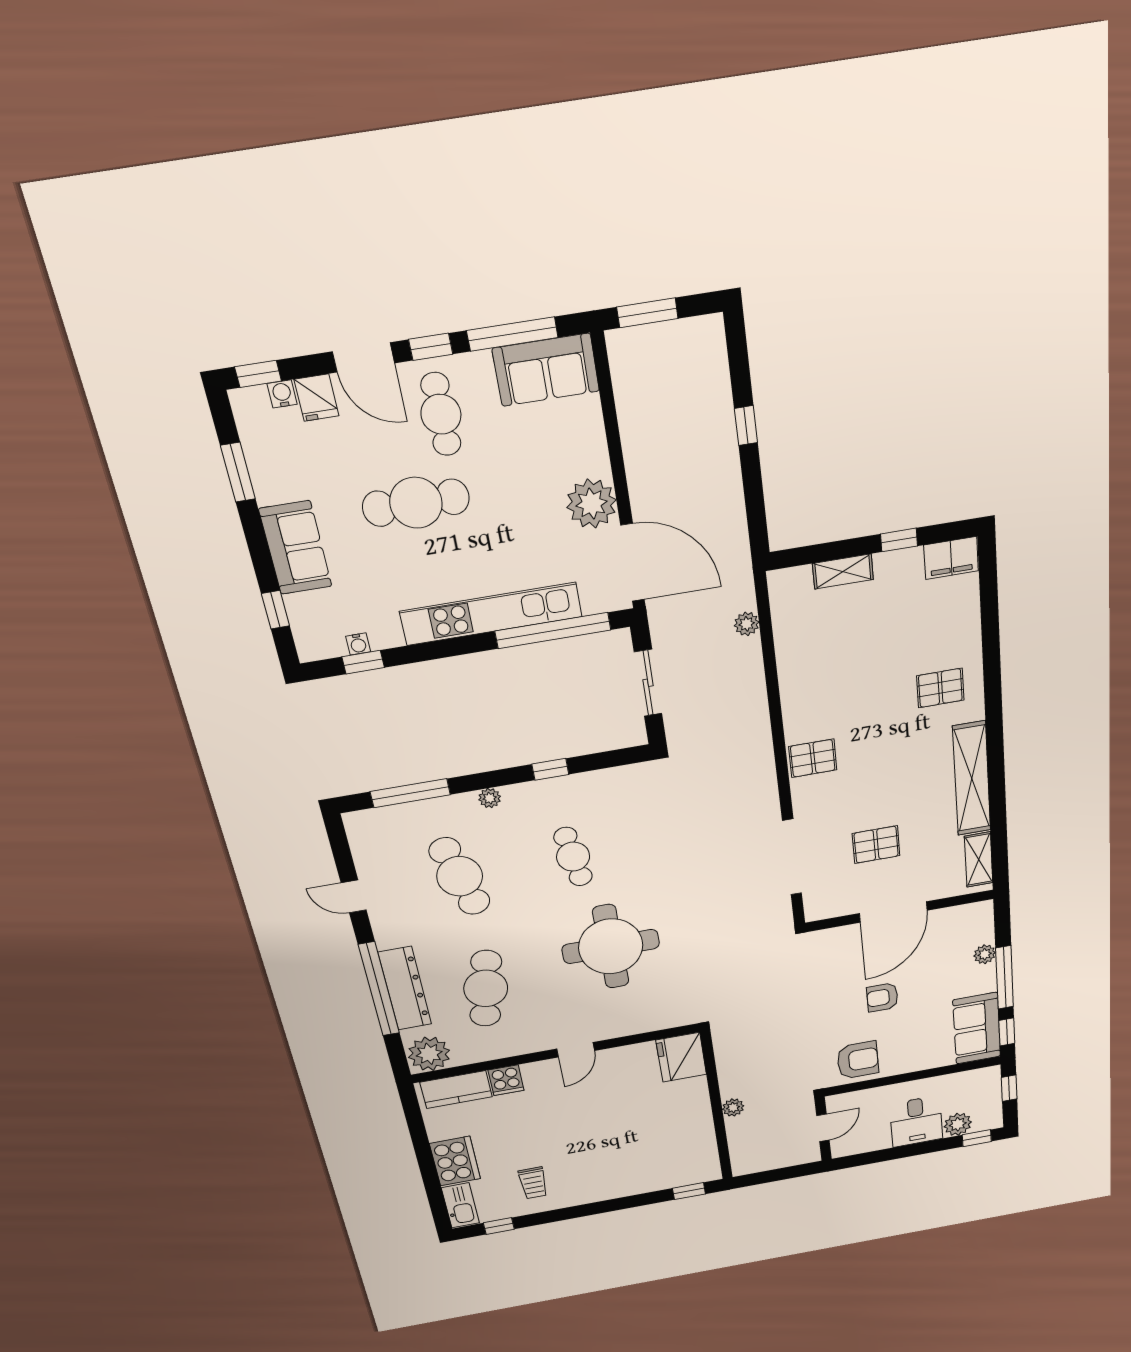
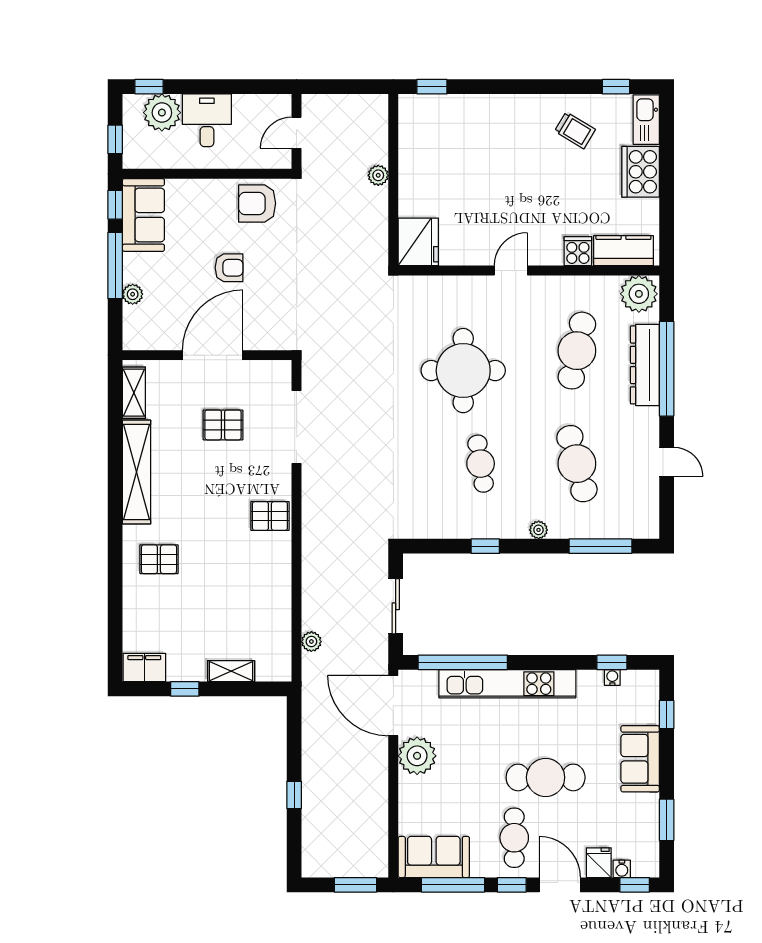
plant: (958, 1124) -> (162, 113), width x1.36, depth x1.36
trolley: (533, 1183) -> (575, 130), turned 121

